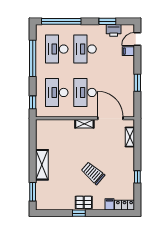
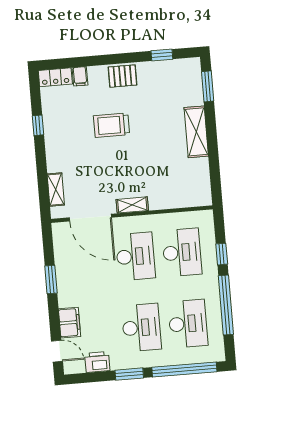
window: (107, 21) -> (129, 374), moved
door: (137, 39) -> (57, 351), hinge flipped
filing cabinet: (128, 51) -> (69, 323), width x2.00
window: (33, 102) -> (222, 254), moved
trolley: (93, 173) -> (112, 125), turned 139
window: (79, 213) -> (162, 55), moved

